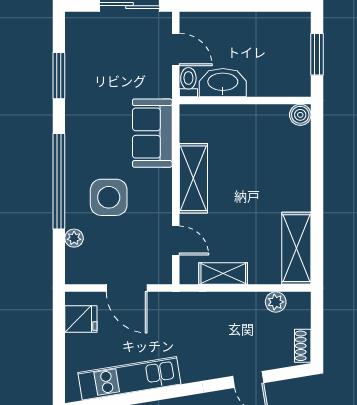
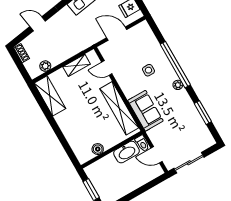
boiler: (300, 115) -> (98, 149), moved
shelving: (193, 178) -> (119, 108), width x1.47
side table: (109, 197) -> (148, 70), width x0.54, depth x0.54
plant: (74, 238) -> (178, 85), moved

